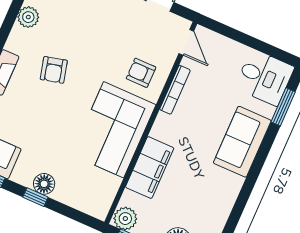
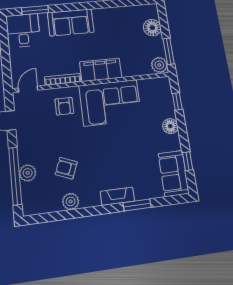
armchair: (54, 70) -> (66, 168), moved, turned -144
filing cabinet: (150, 168) -> (101, 70), moved
window: (35, 197) -> (177, 101), moved

